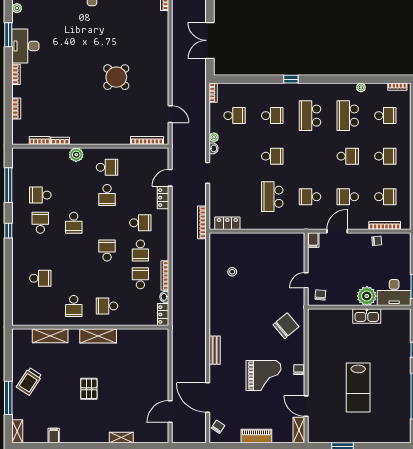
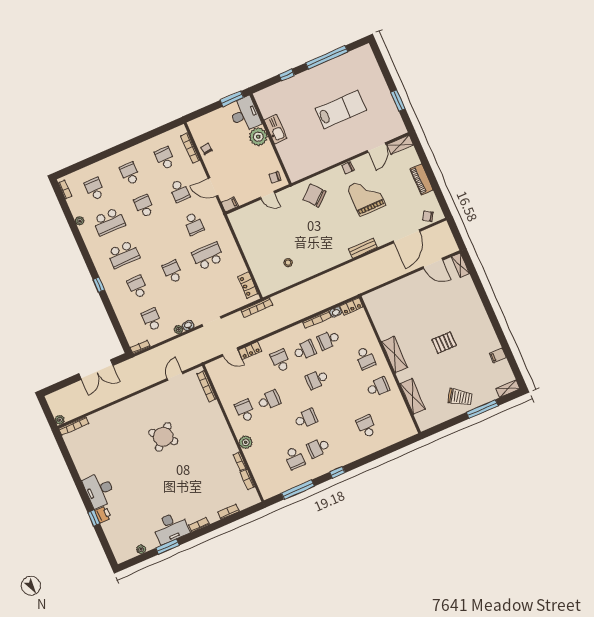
school desk: (272, 197) -> (208, 256), turned 180
shelving: (121, 438) -> (460, 265), moved

